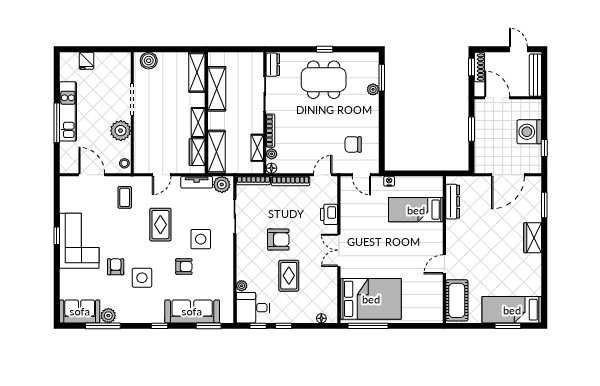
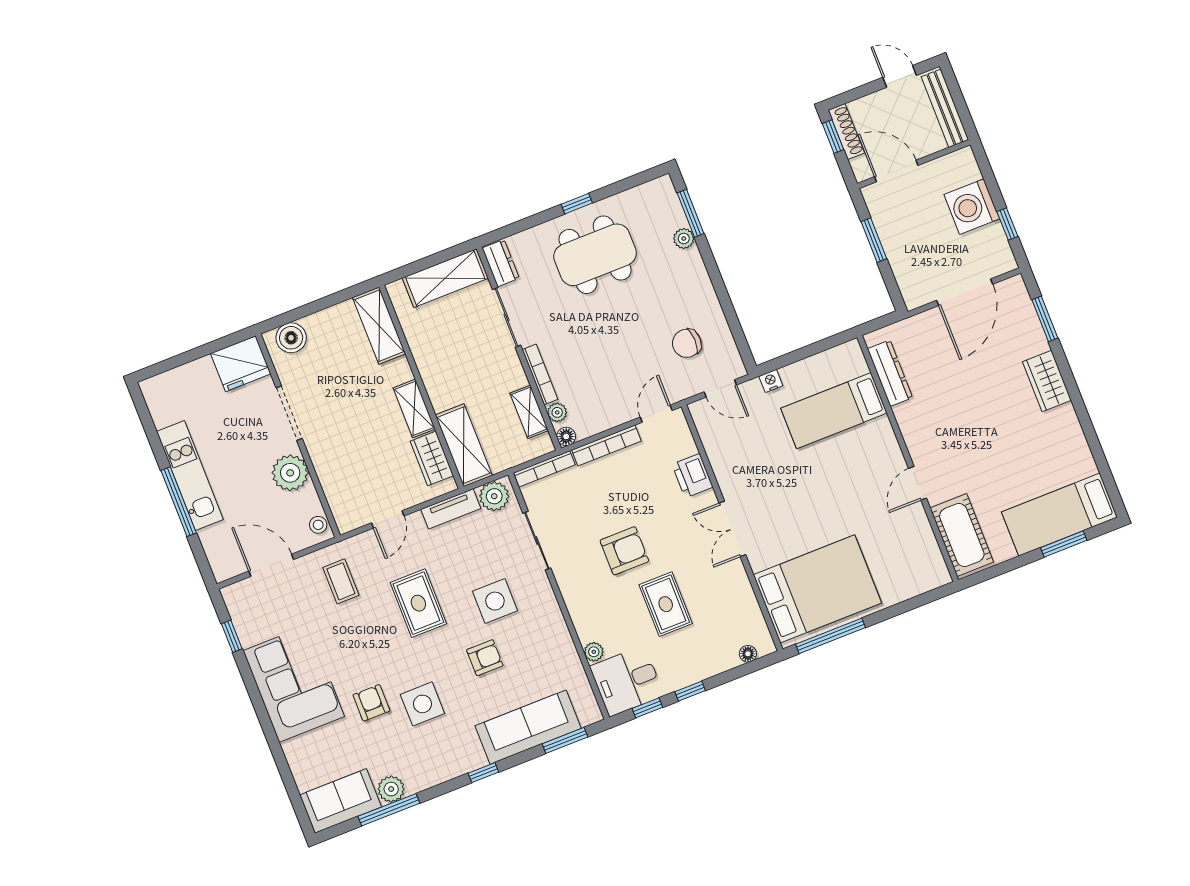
fridge: (86, 61) -> (241, 364), moved, width x1.88, depth x1.34
shelving: (217, 89) -> (445, 278), moved, turned 90
window: (57, 236) -> (232, 636), moved

